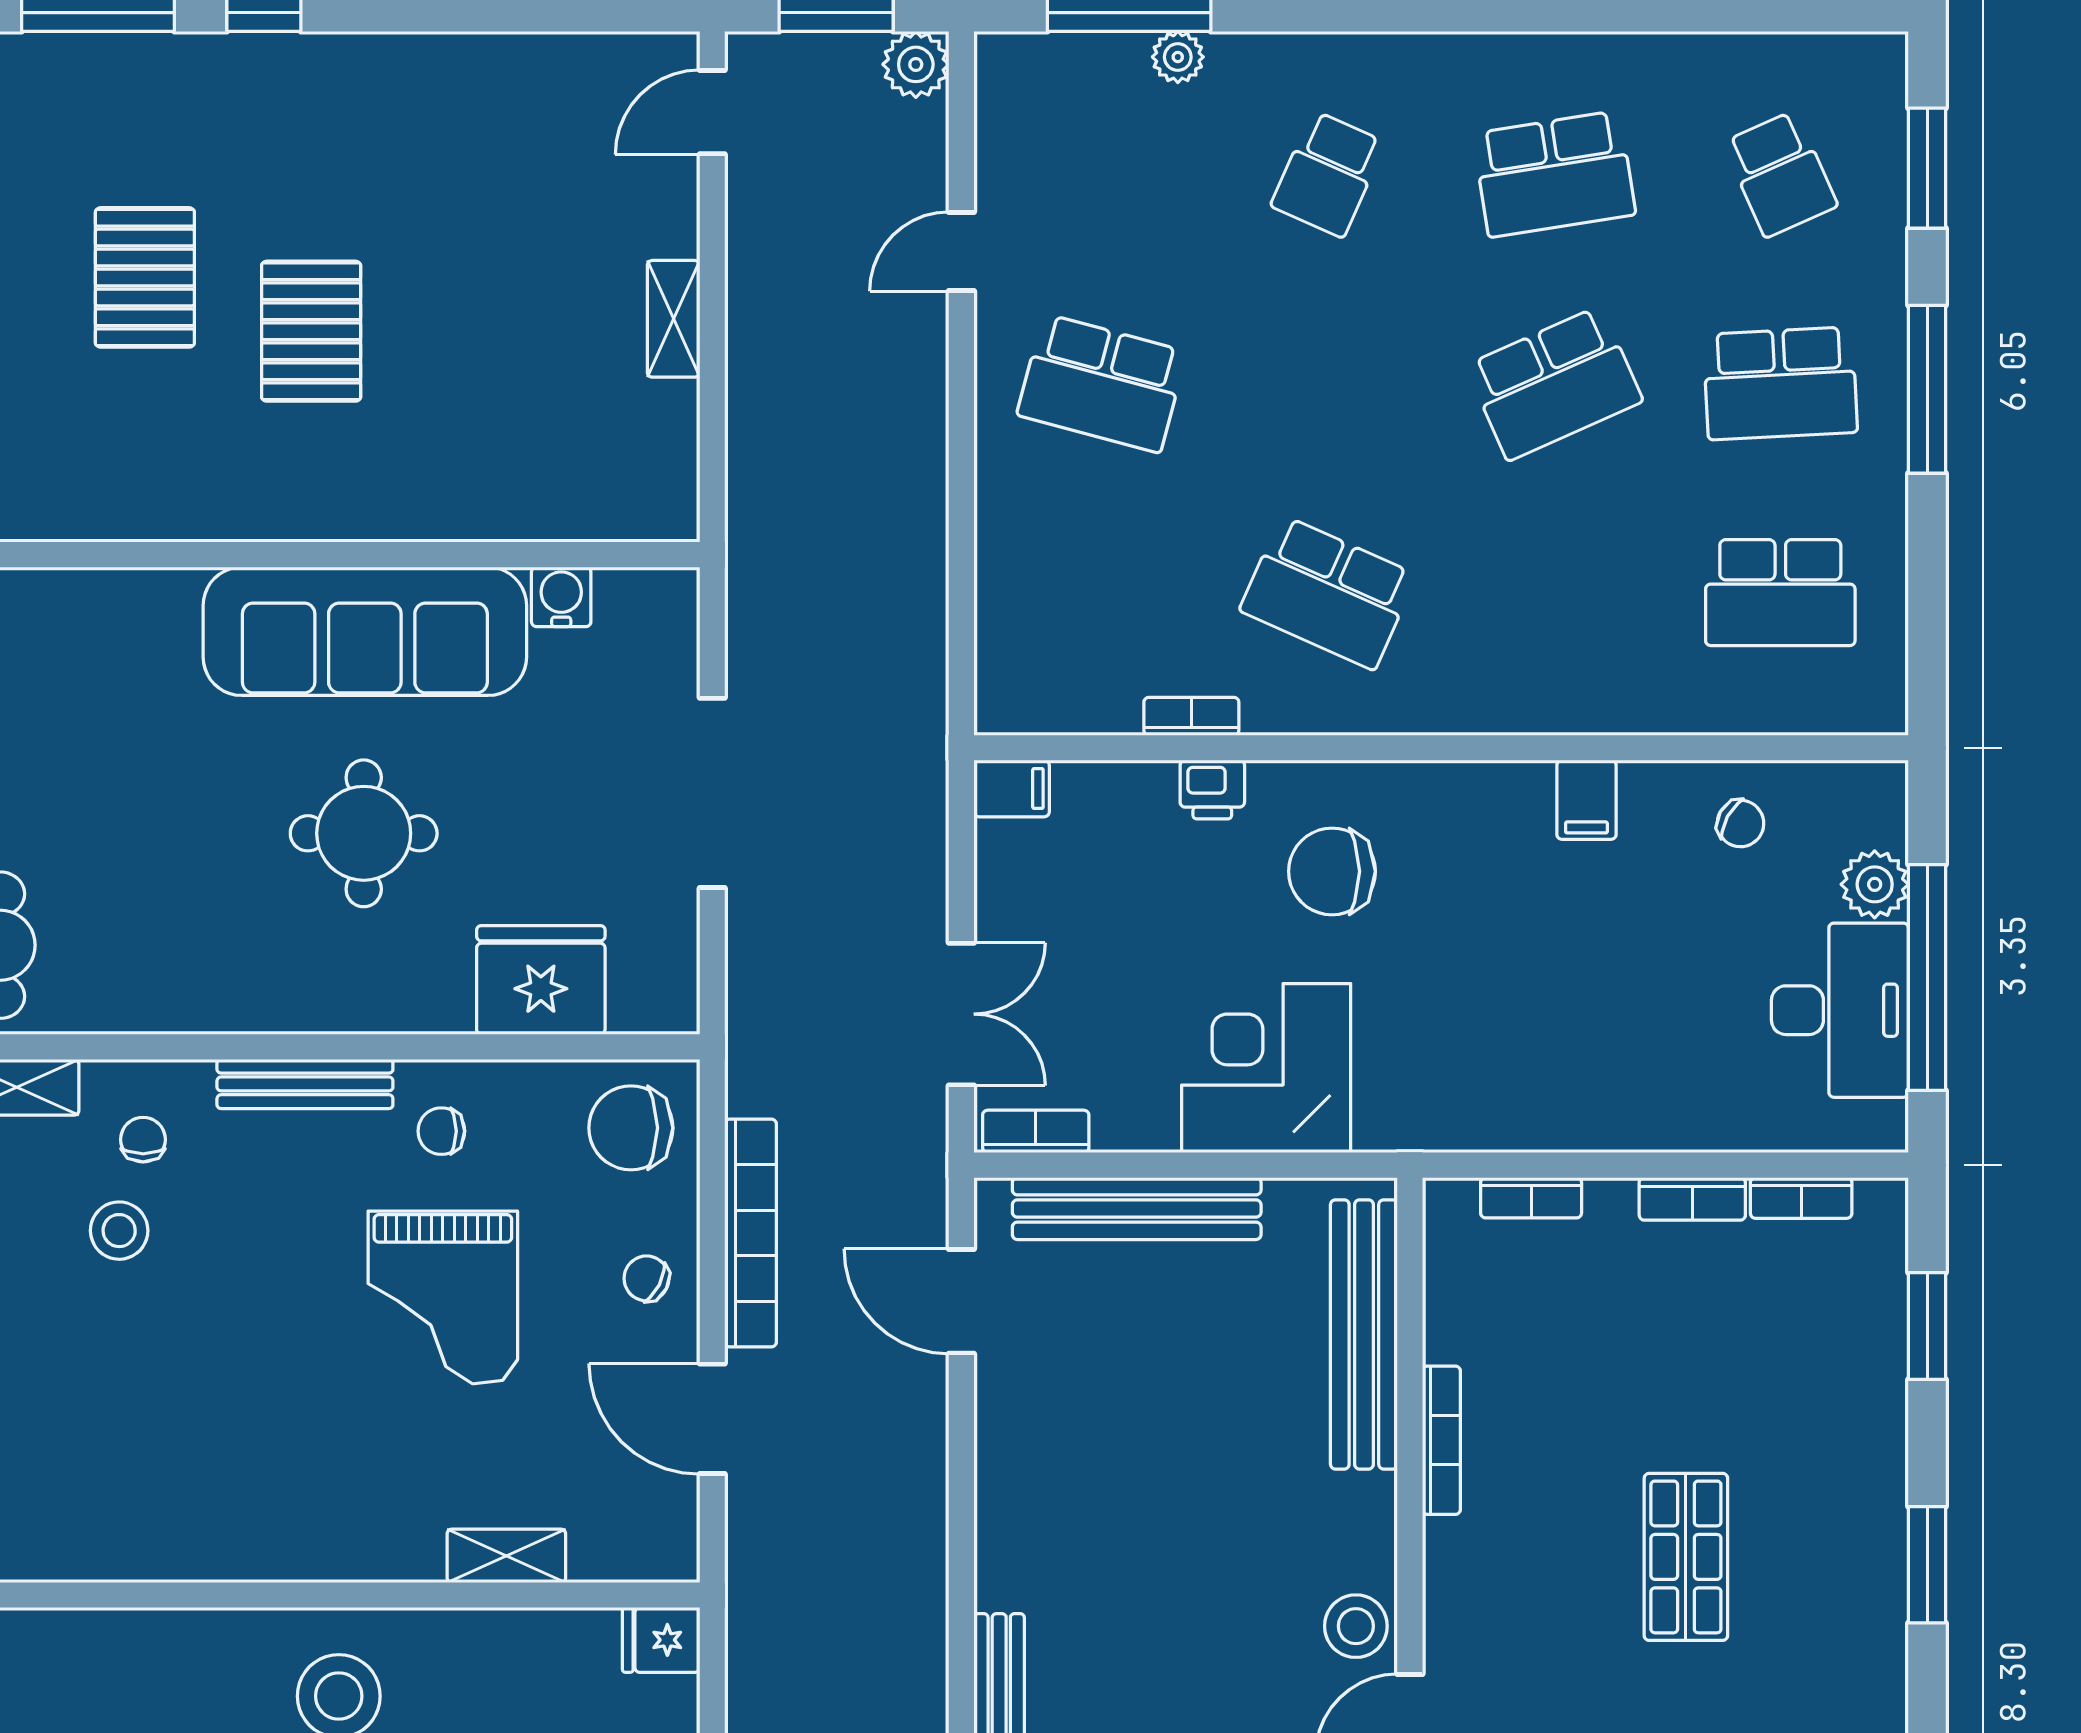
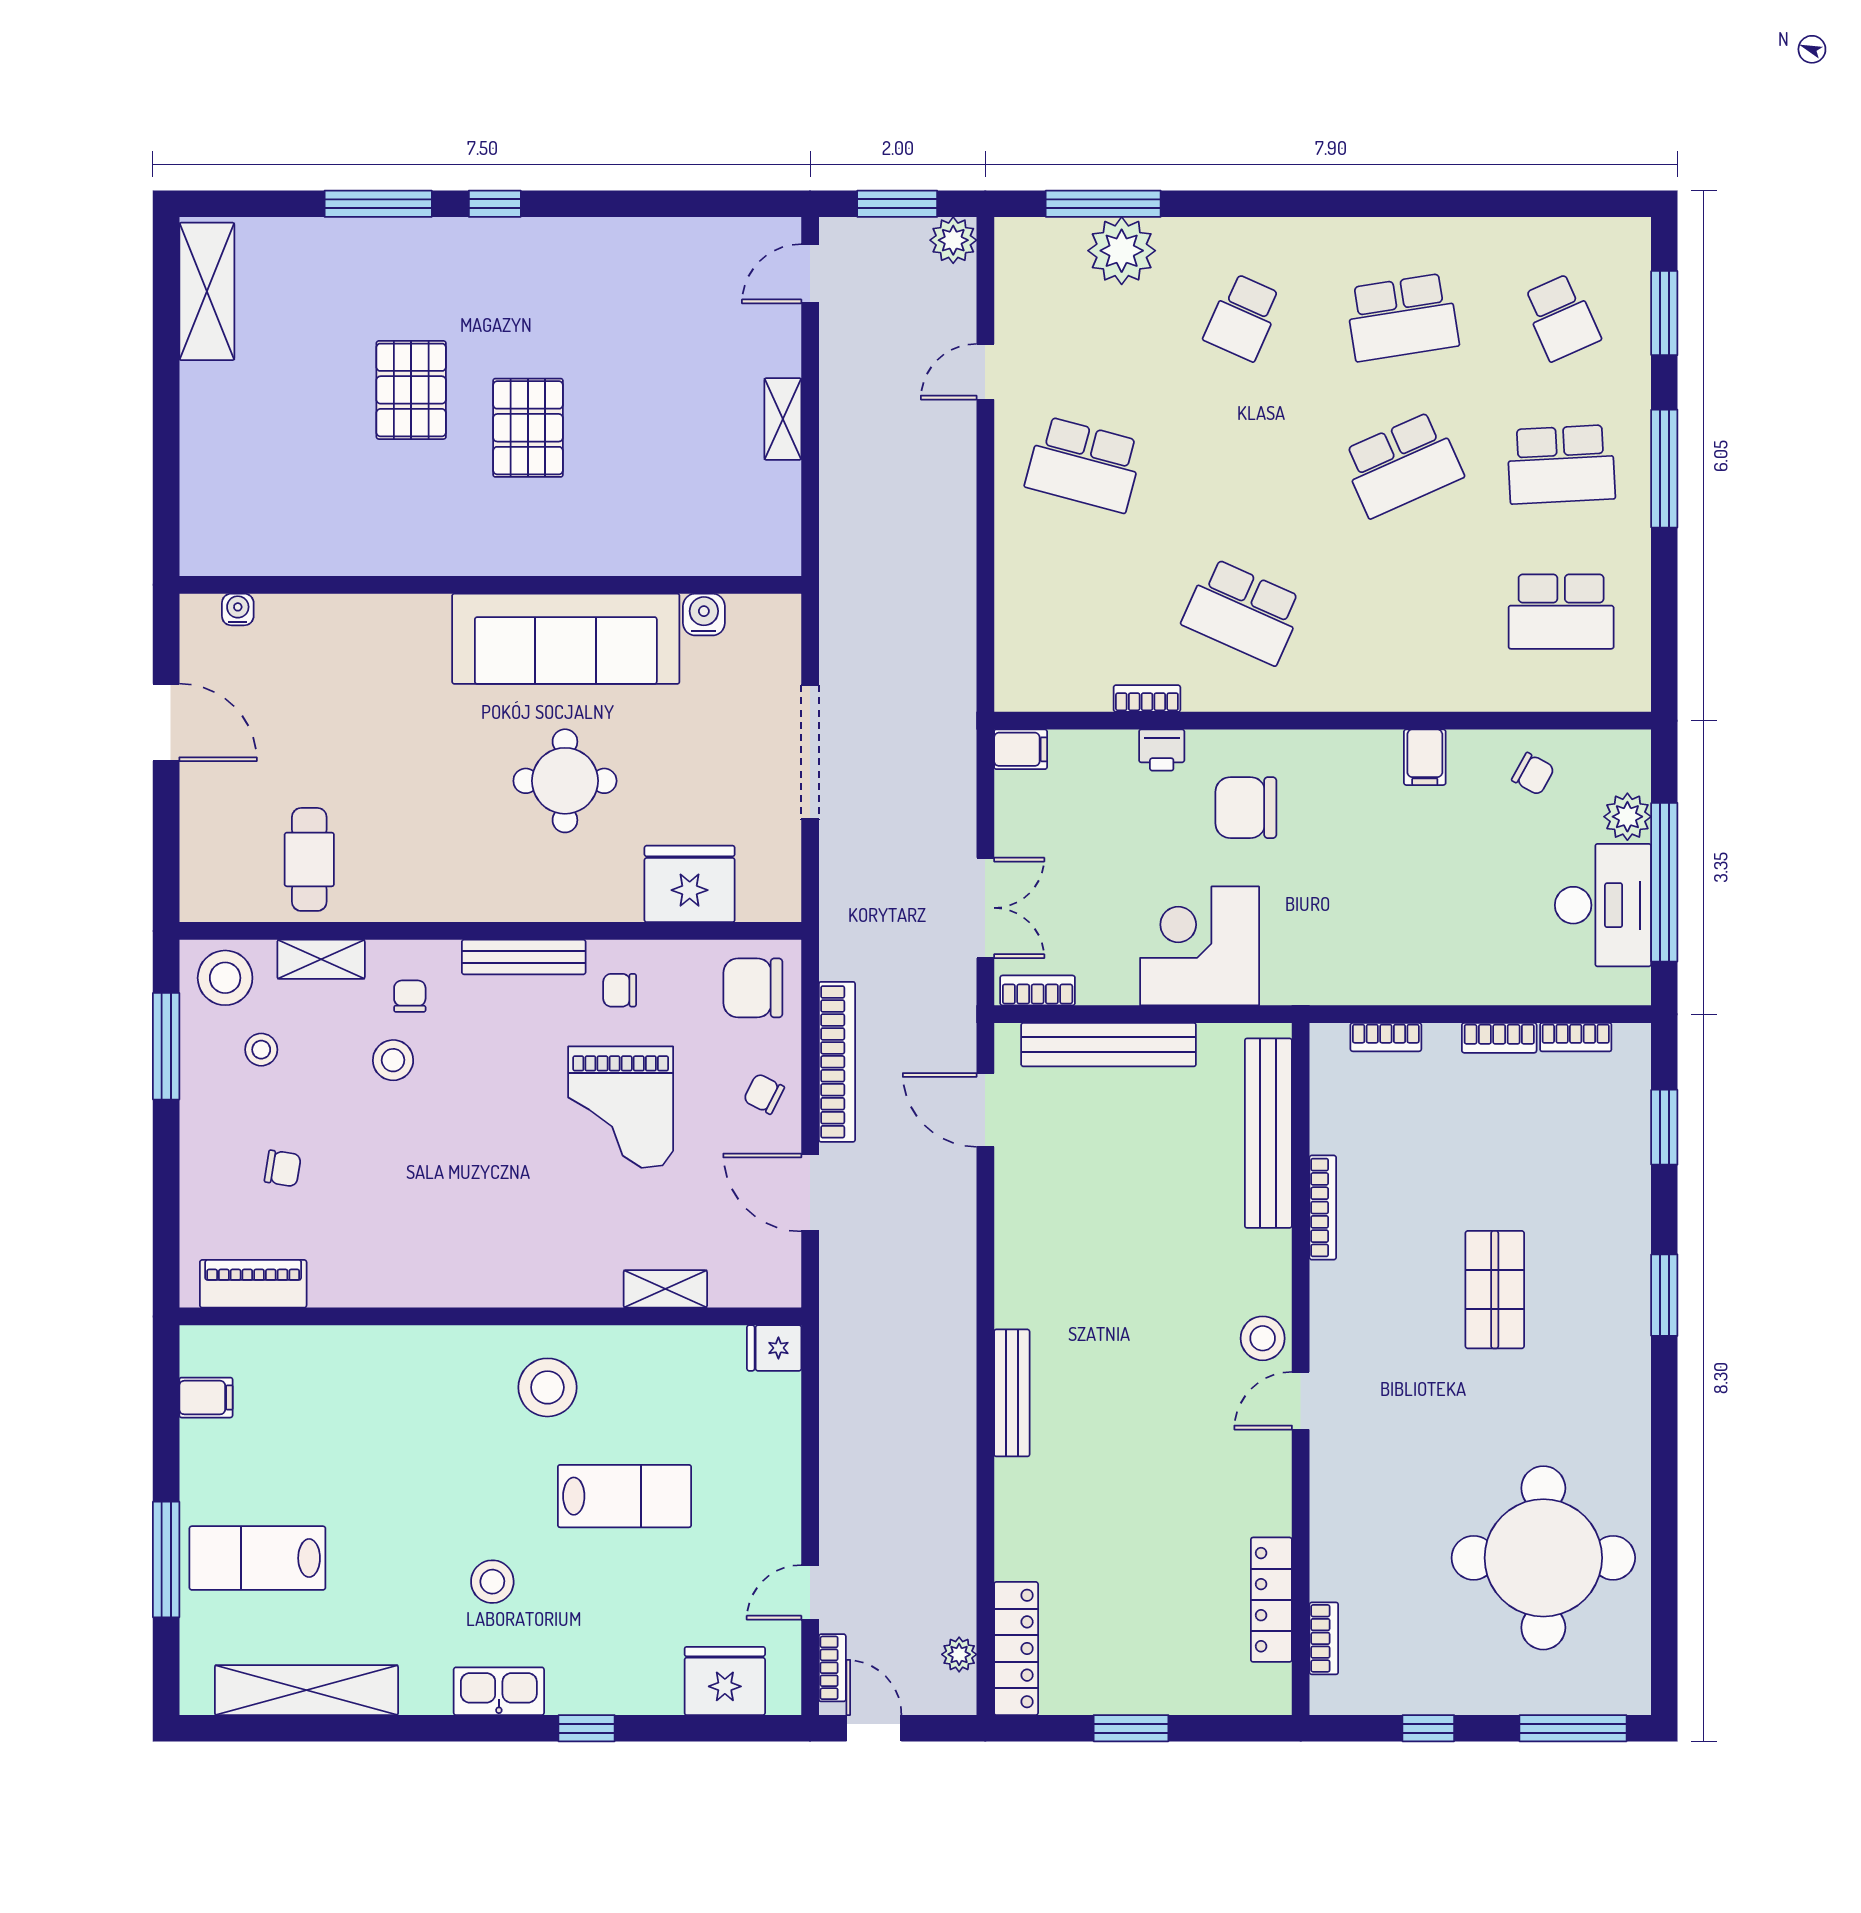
plant: (1178, 57) -> (1122, 251), width x1.88, depth x1.88

